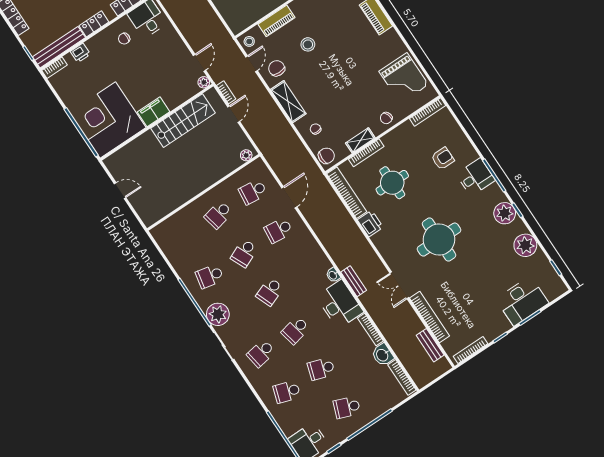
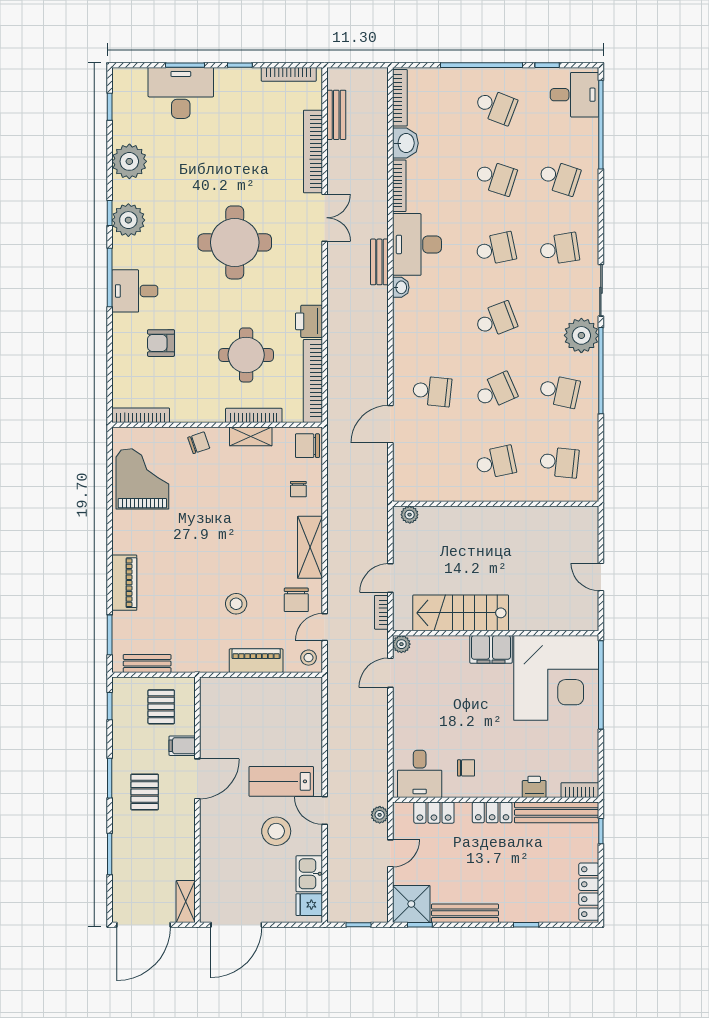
school desk: (253, 192) -> (559, 462), moved

